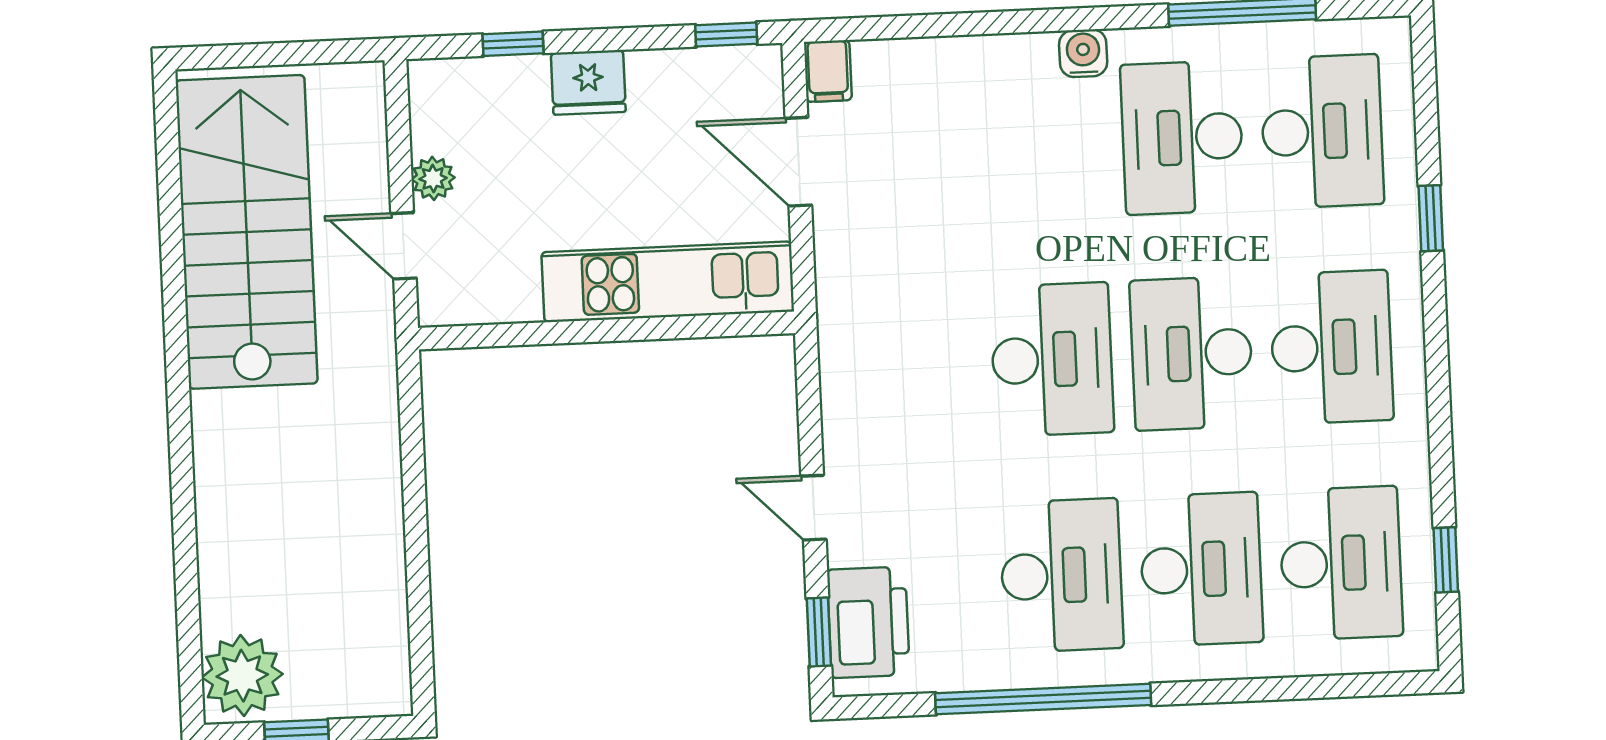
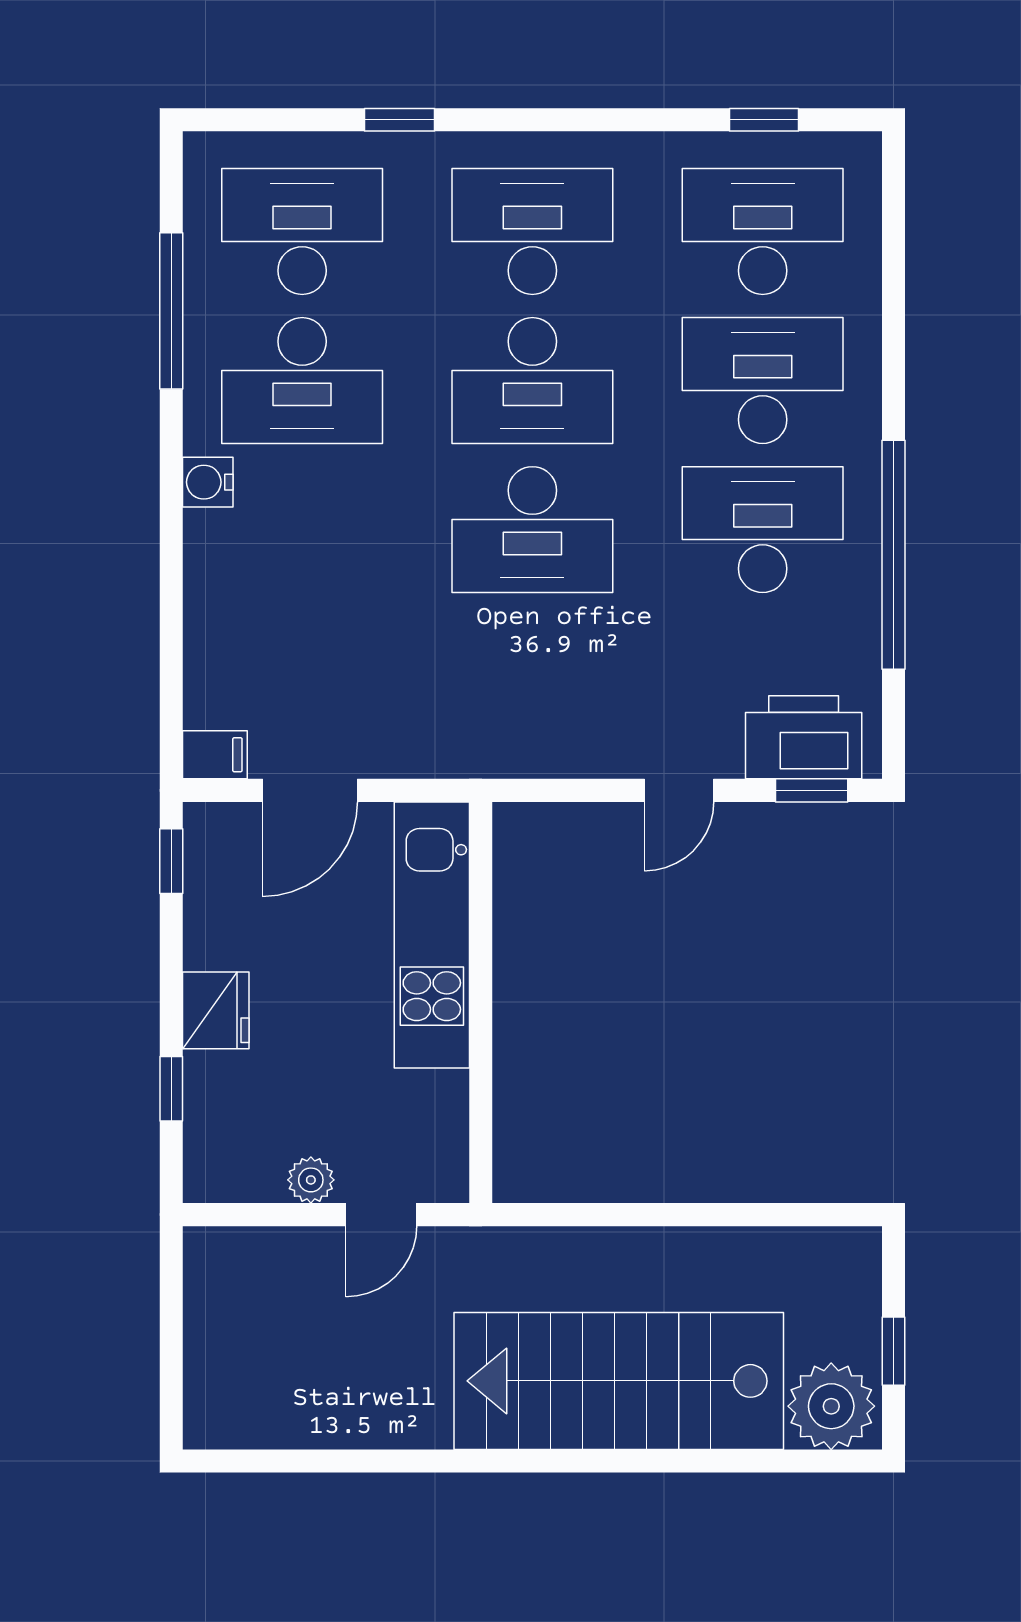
stairs: (247, 232) -> (619, 1381), moved
desk: (1052, 359) -> (532, 530), turned 180

